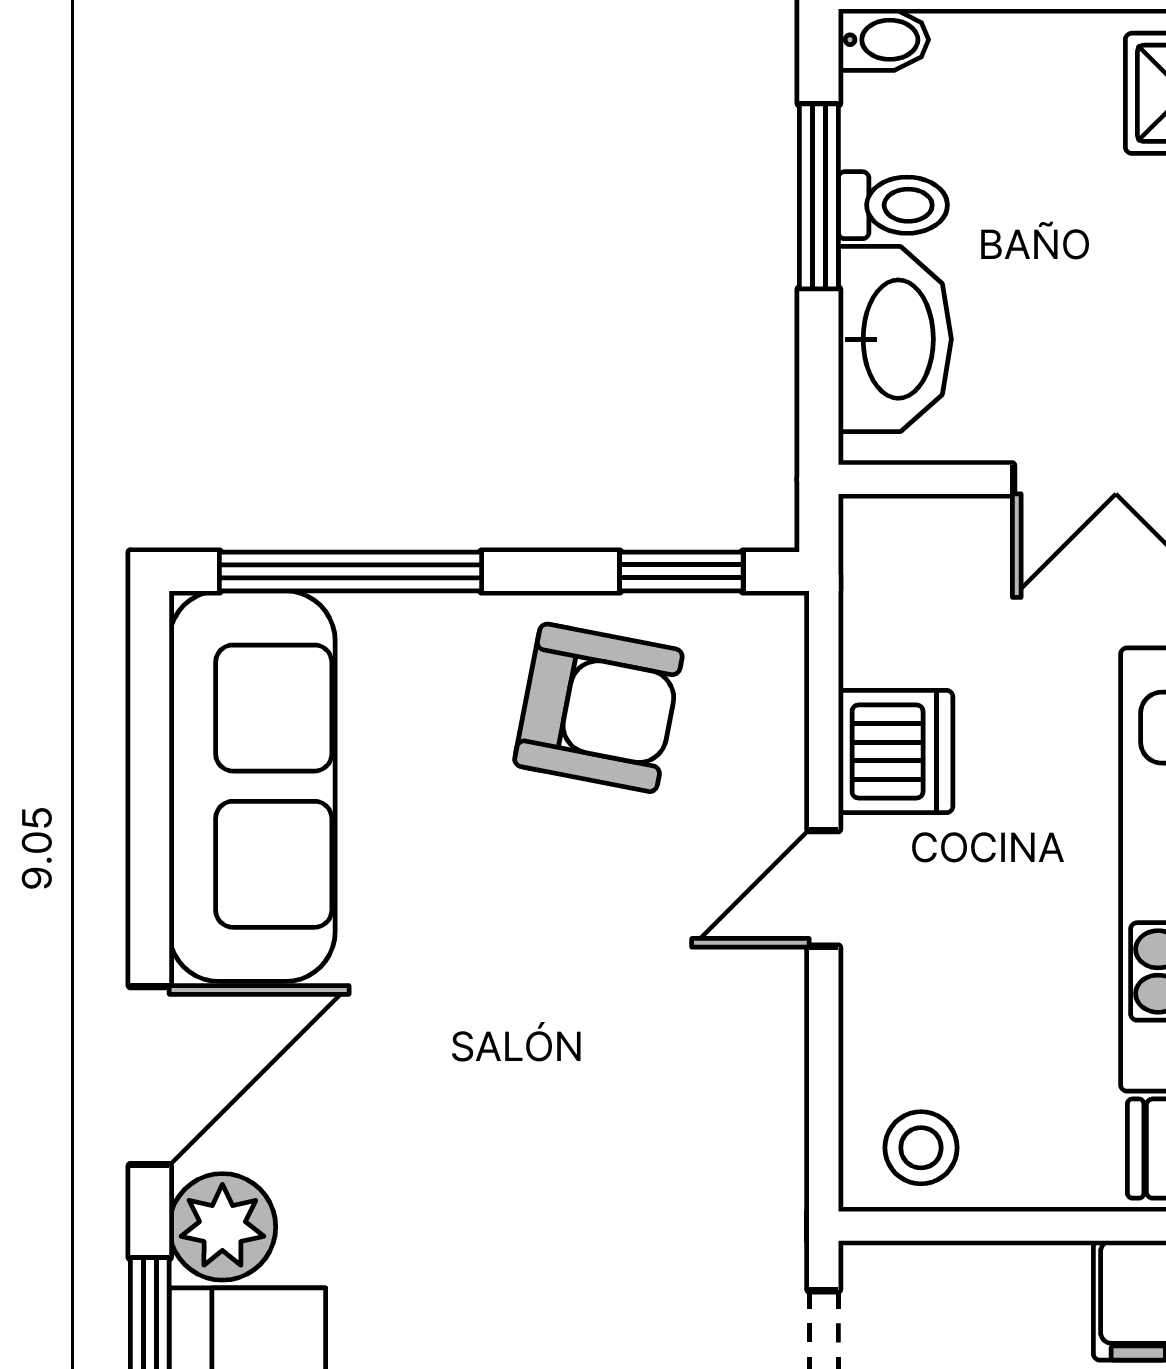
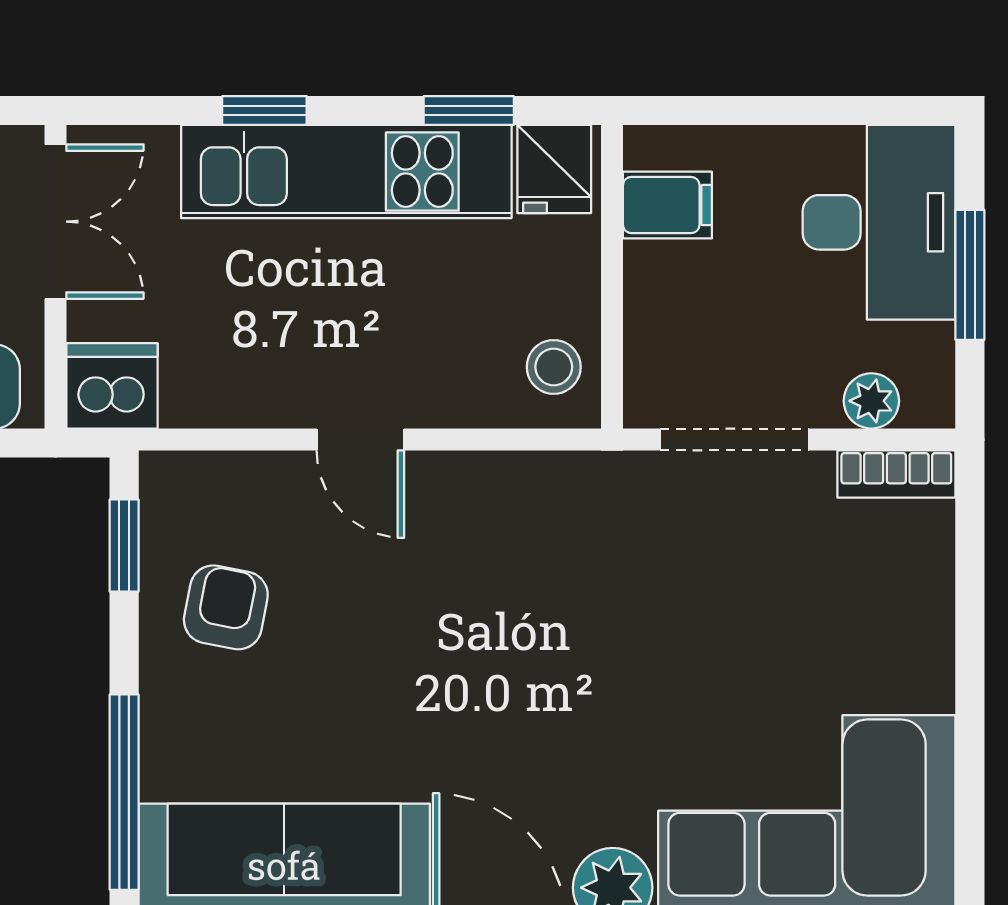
armchair: (598, 708) -> (226, 607), width x0.72, depth x0.72
dishwasher: (896, 752) -> (112, 386), moved

